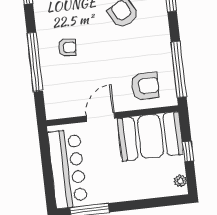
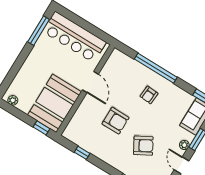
window: (179, 69) -> (82, 153), width x0.32
armchair: (145, 86) -> (116, 121), moved, turned -90
window: (188, 151) -> (42, 128), moved

